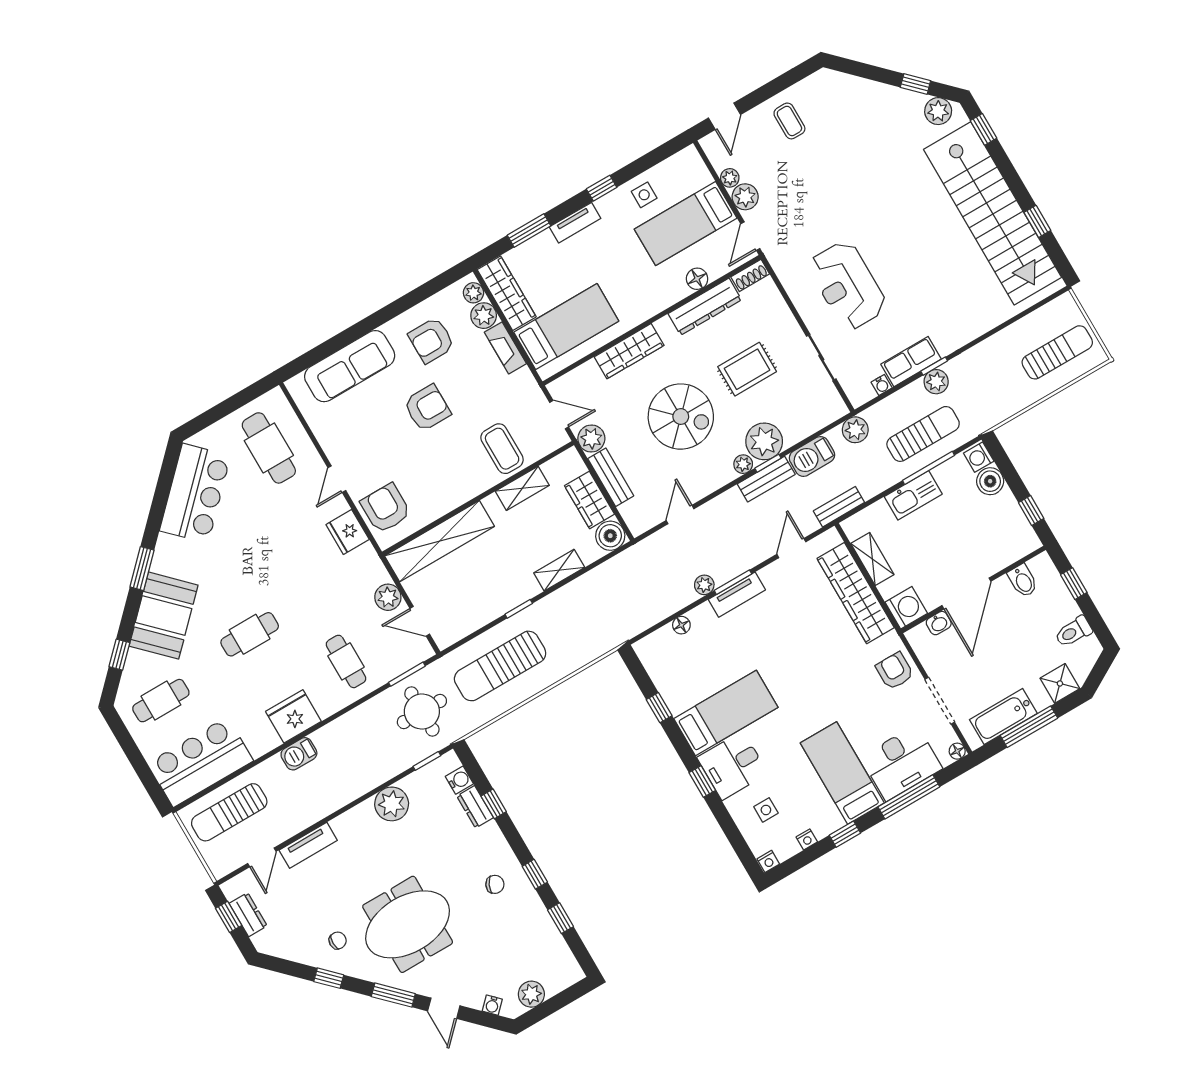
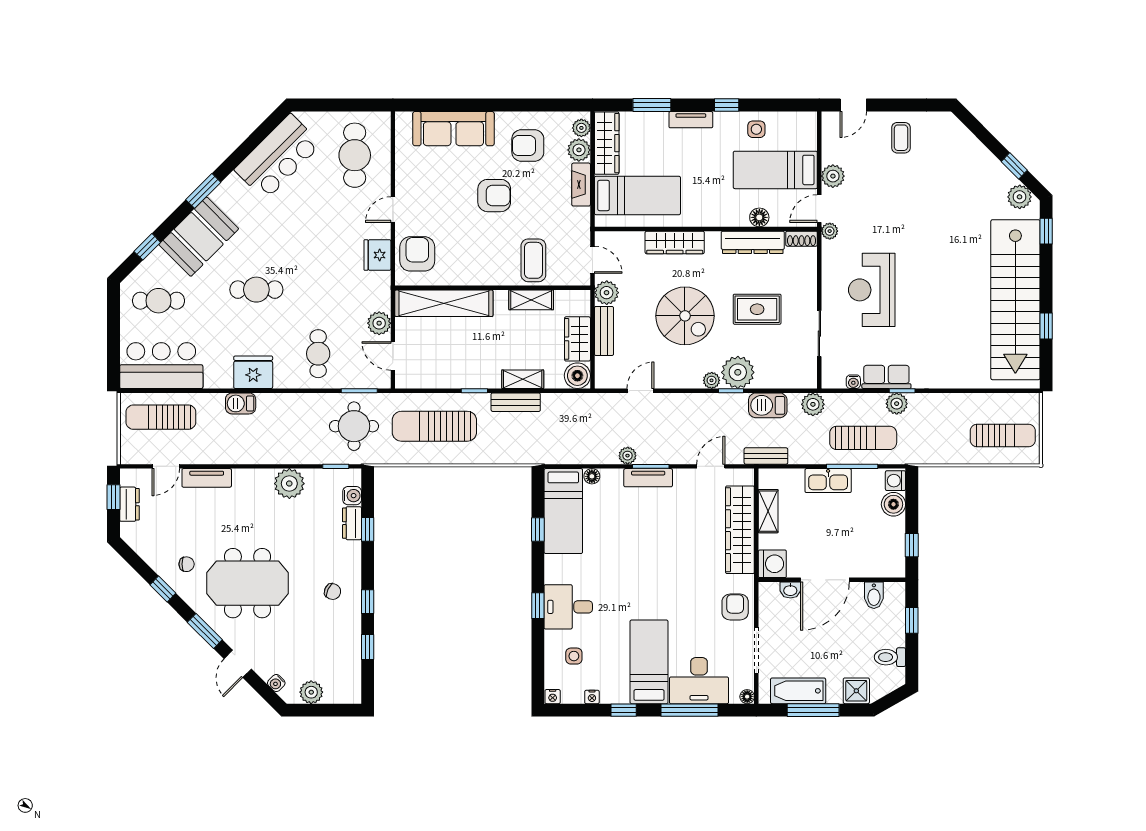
plant: (730, 178) -> (830, 231), moved
bench: (766, 479) -> (516, 402), moved
bed: (726, 713) -> (563, 511), moved, turned 90

